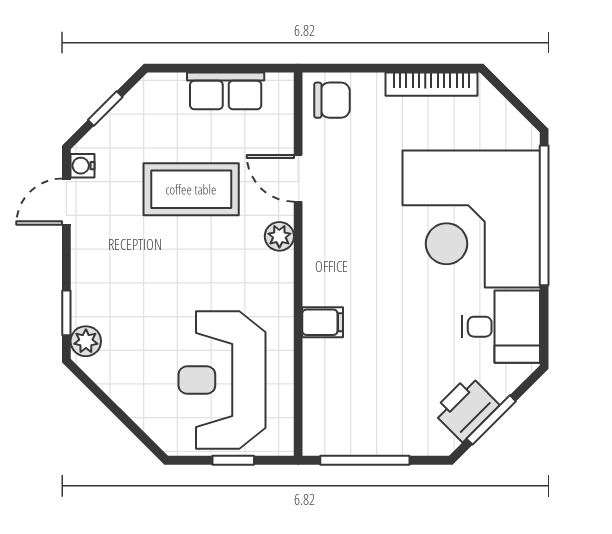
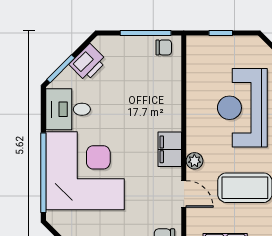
filing cabinet: (323, 322) -> (170, 149), moved, width x2.00
reception desk: (222, 380) -> (242, 108), moved, turned 180
window: (491, 420) -> (61, 69), moved
chair: (333, 435) -> (164, 47), added

